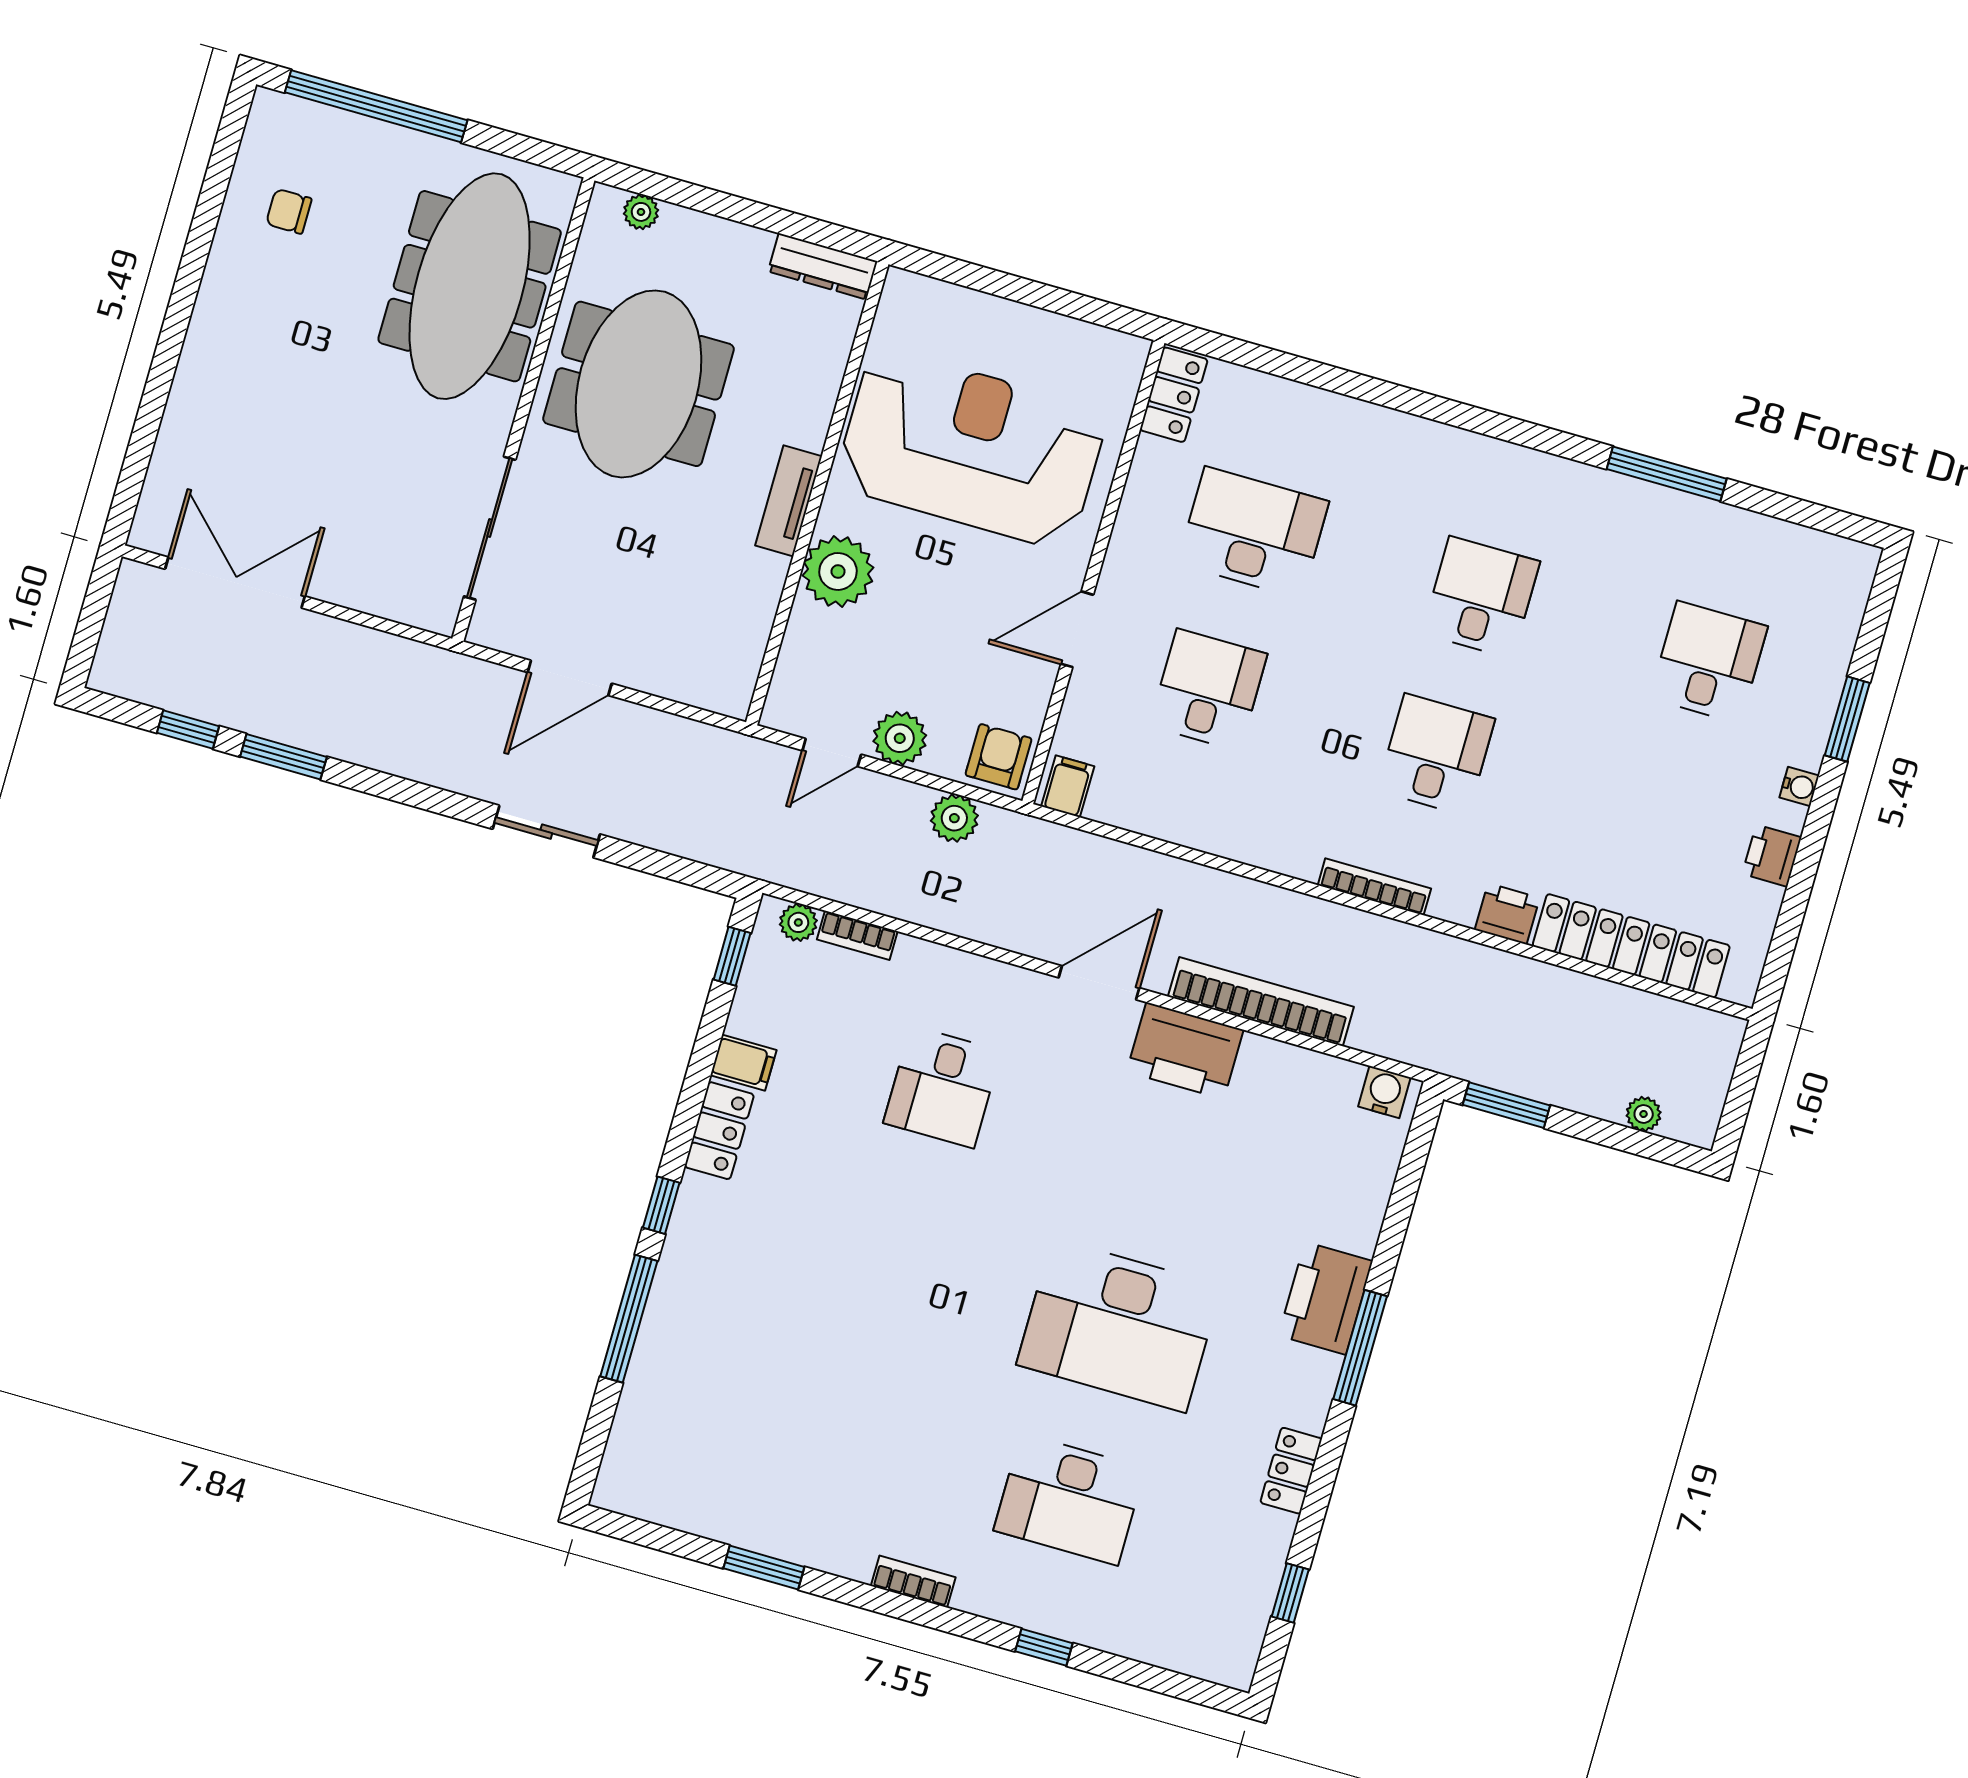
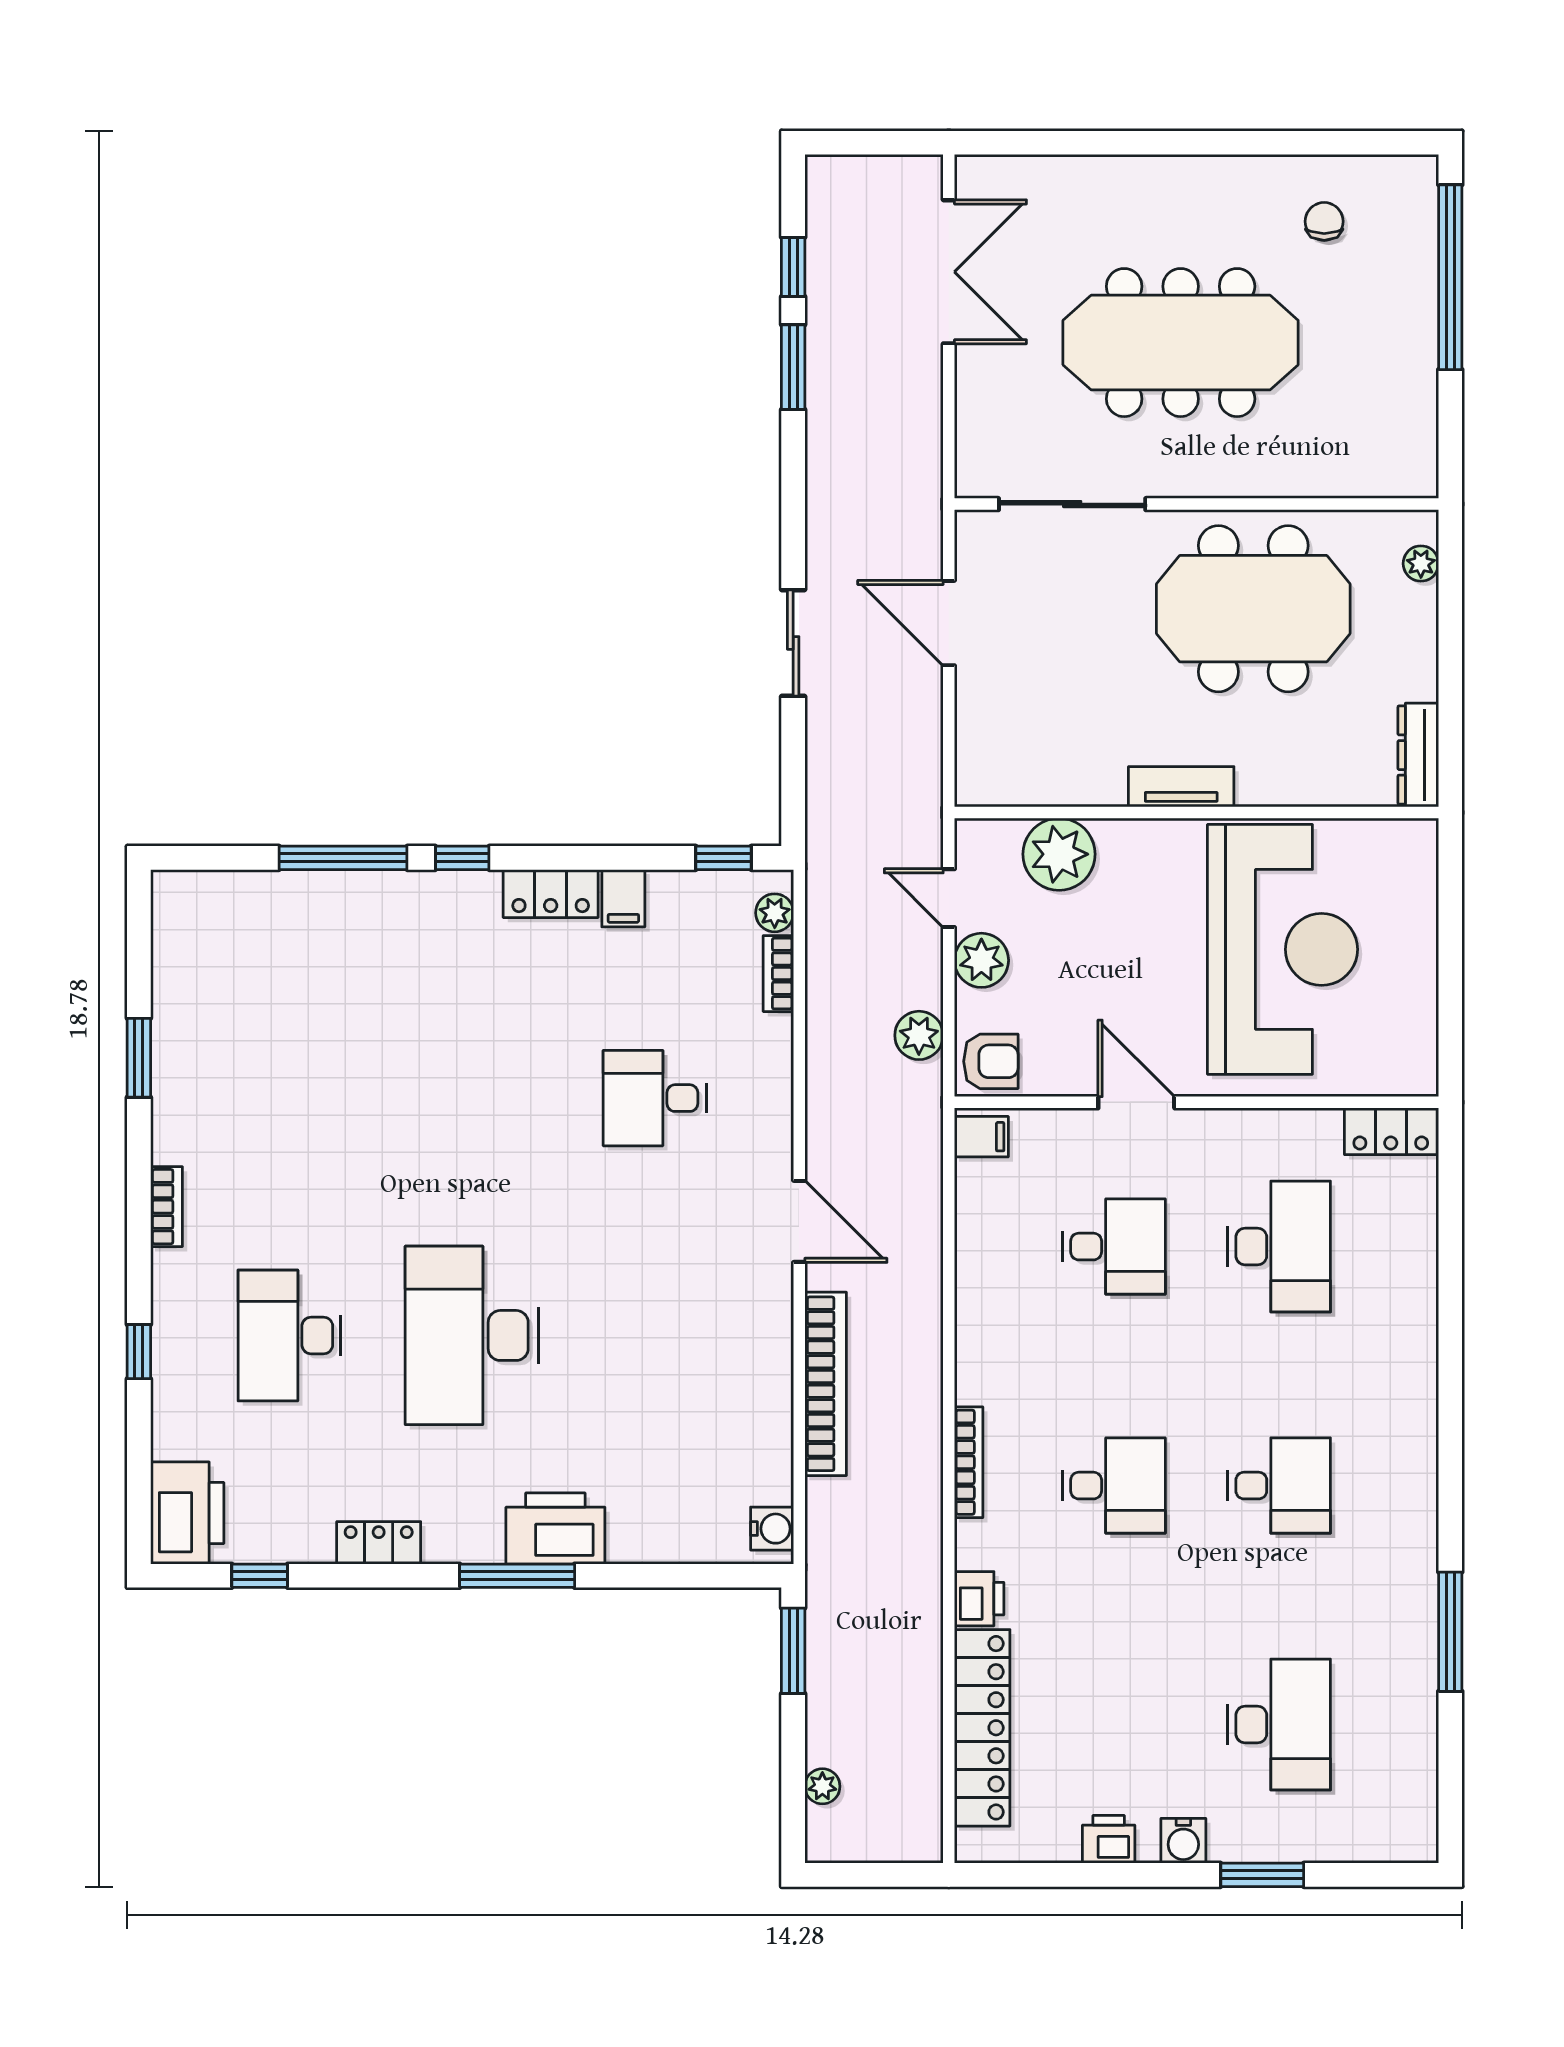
meeting table: (470, 286) -> (1181, 343), moved
plant: (838, 571) -> (1059, 854), moved
desk: (1709, 662) -> (1279, 1725), width x1.37
water cooler: (1799, 787) -> (1183, 1841), width x1.38, depth x1.38
printer: (1185, 1051) -> (187, 1513), moved, turned 180

